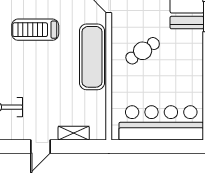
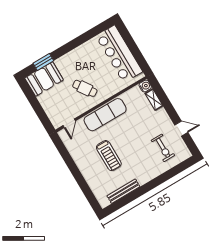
water cooler: (98, 132) -> (145, 86), added
door: (40, 146) -> (181, 129), moved

